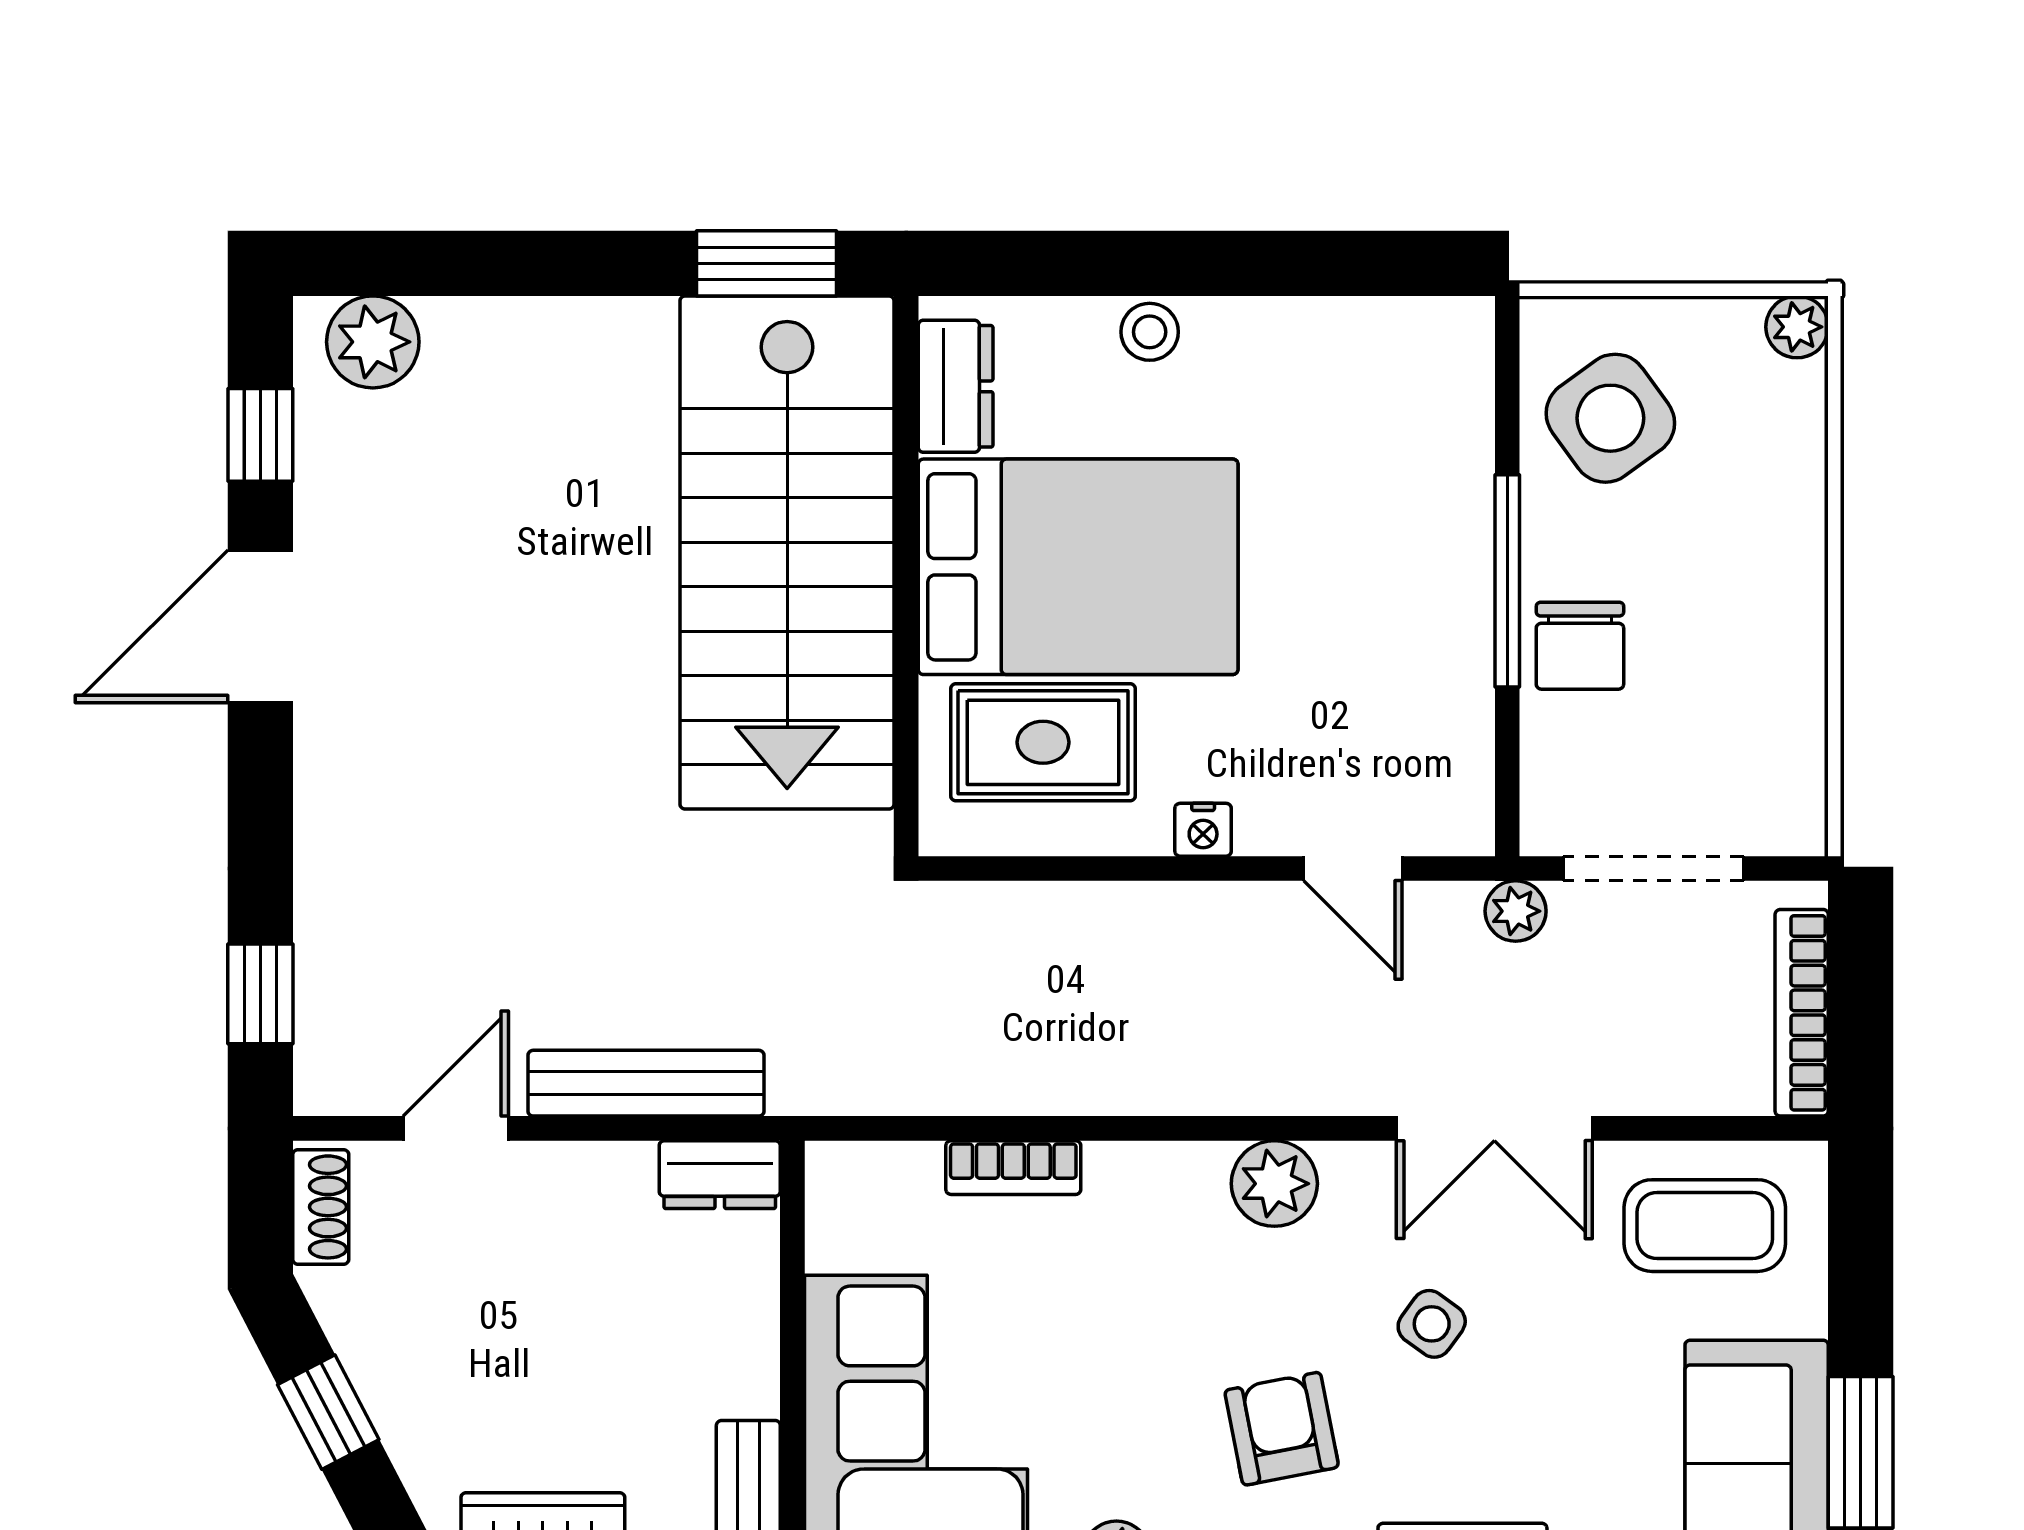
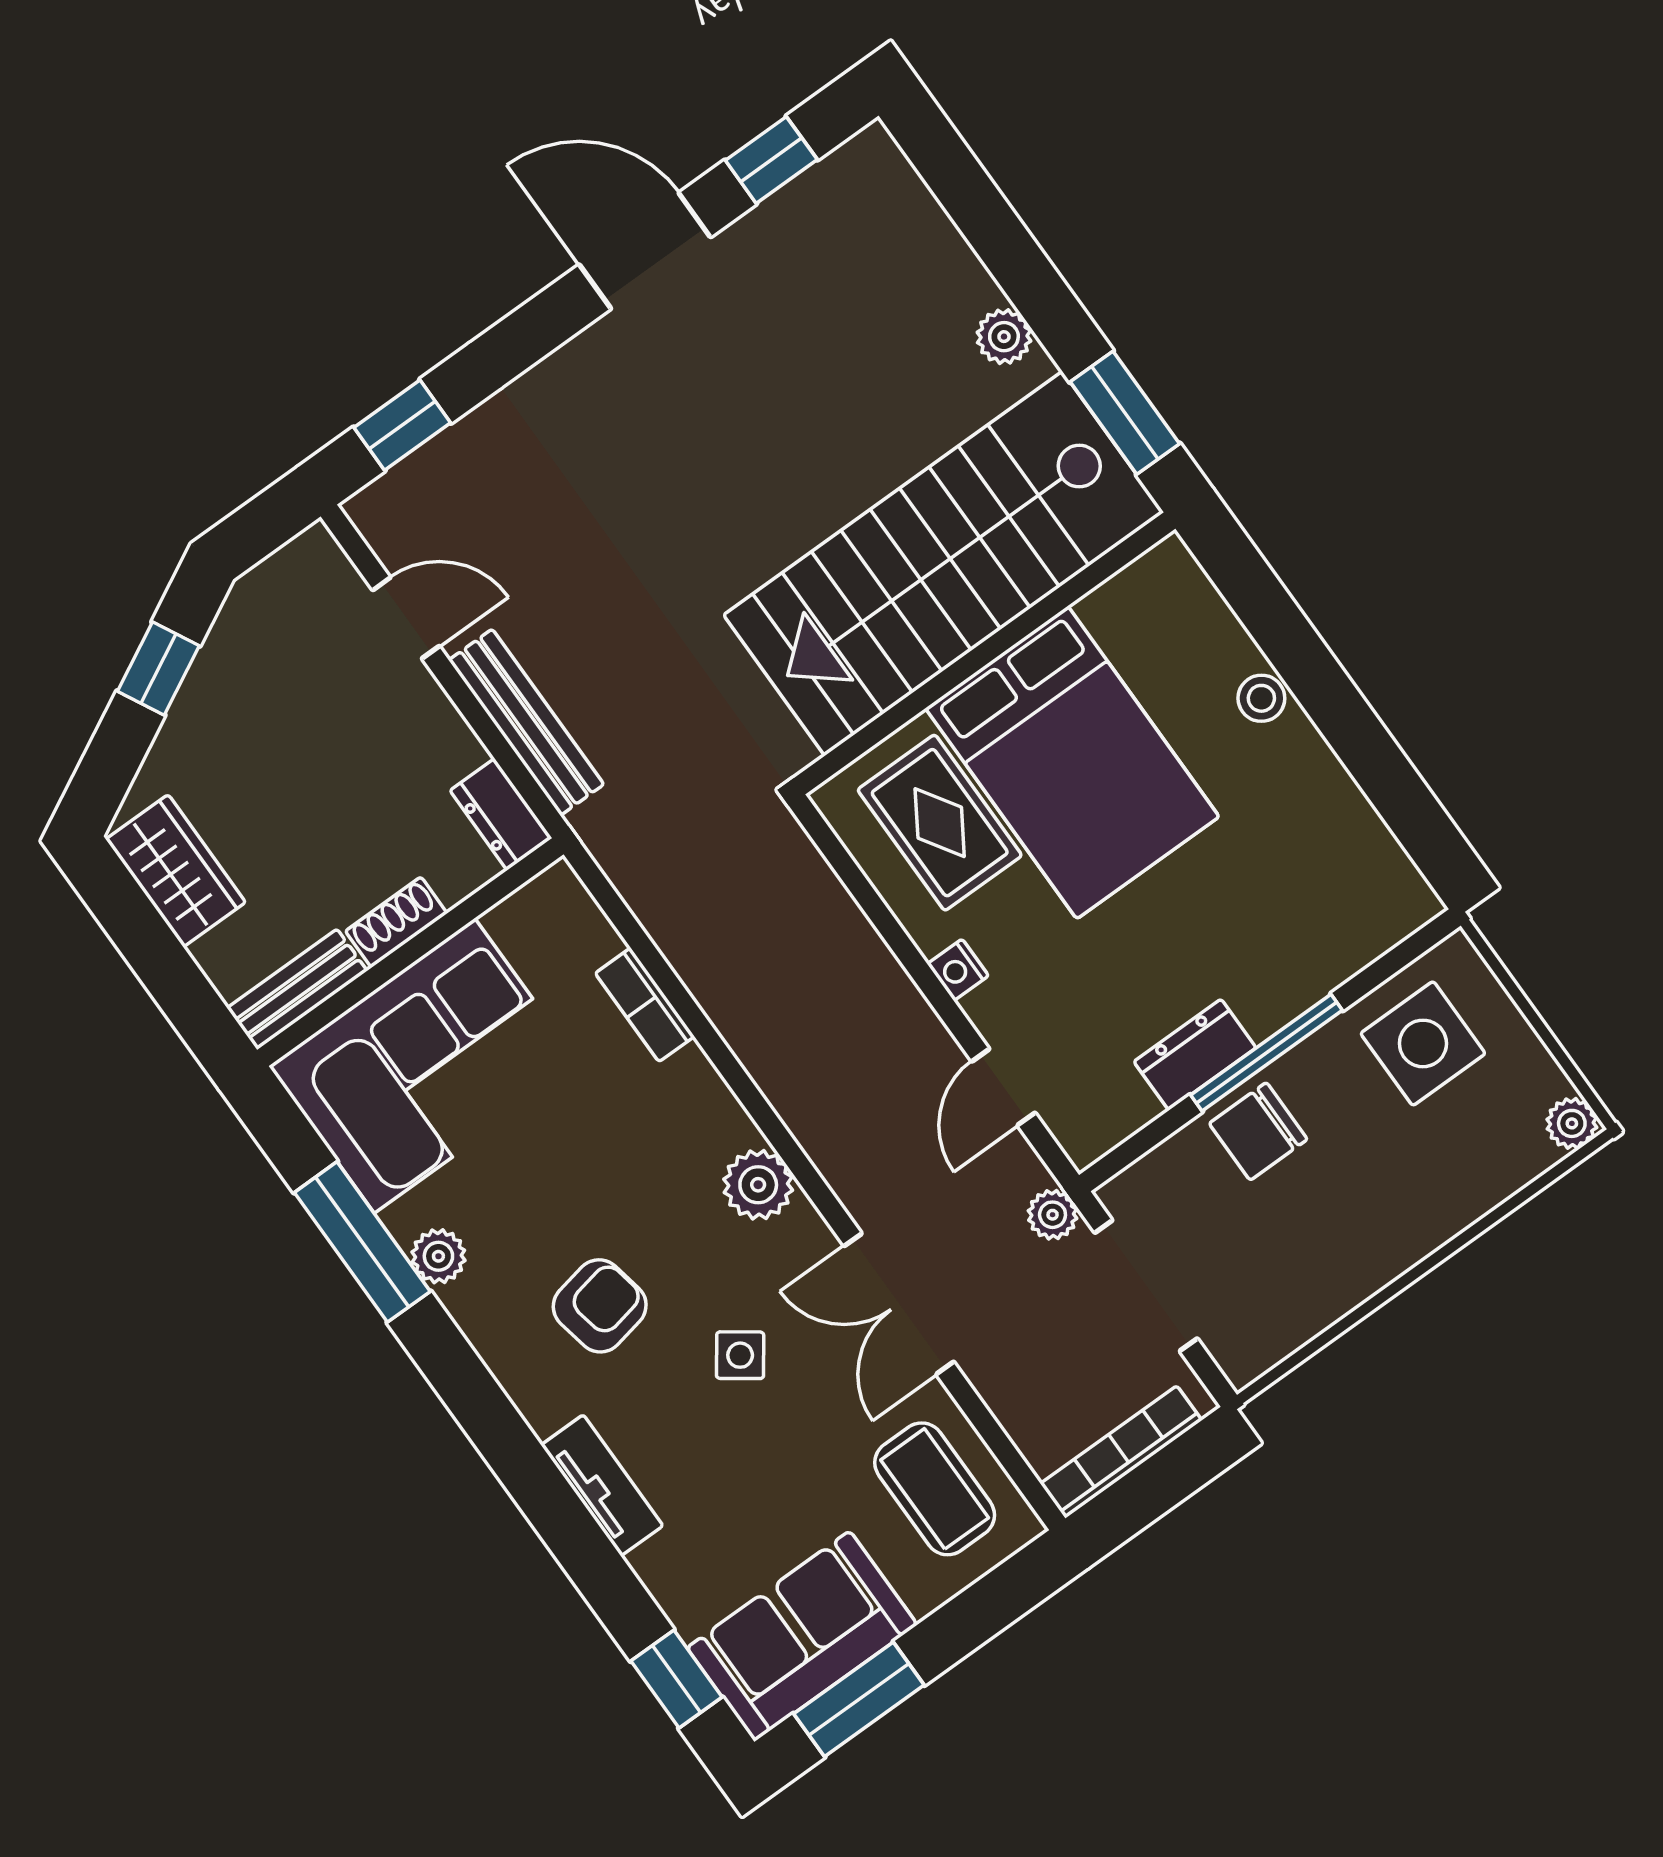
plant: (373, 342) -> (1004, 337), moved, width x0.73, depth x0.73
dresser: (956, 386) -> (1195, 1055), moved, turned 180
side table: (1610, 418) -> (1423, 1043), turned 36
shoe rack: (321, 1207) -> (396, 922), moved, turned 180

